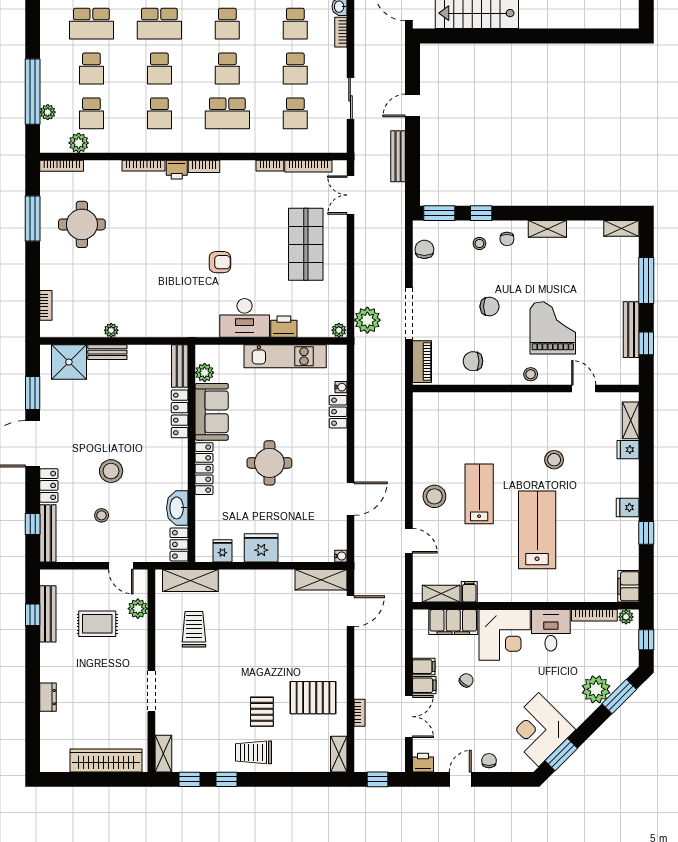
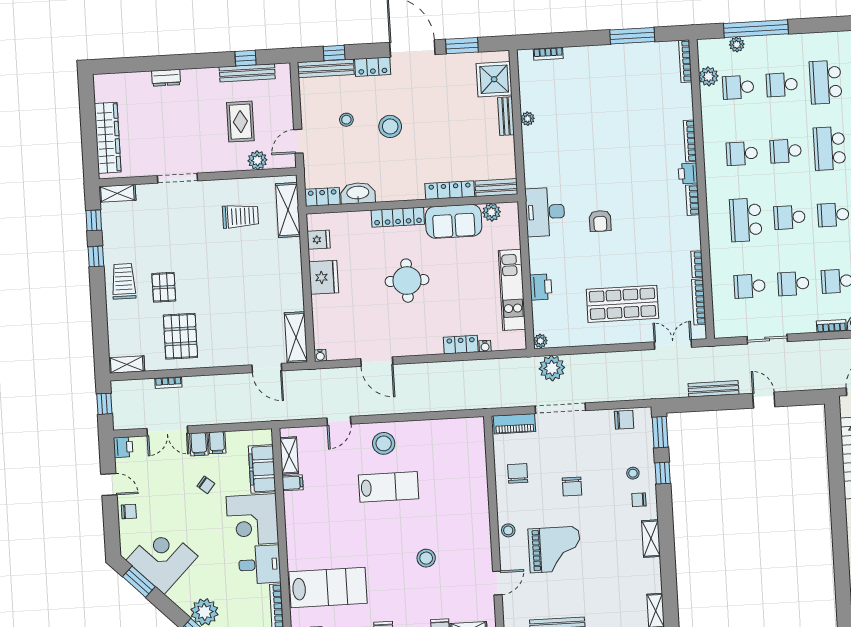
round table: (82, 224) -> (629, 84), removed
desk: (245, 318) -> (545, 212), moved
lab bench: (537, 530) -> (328, 587), moved
pallet: (262, 712) -> (164, 287), turned 90

